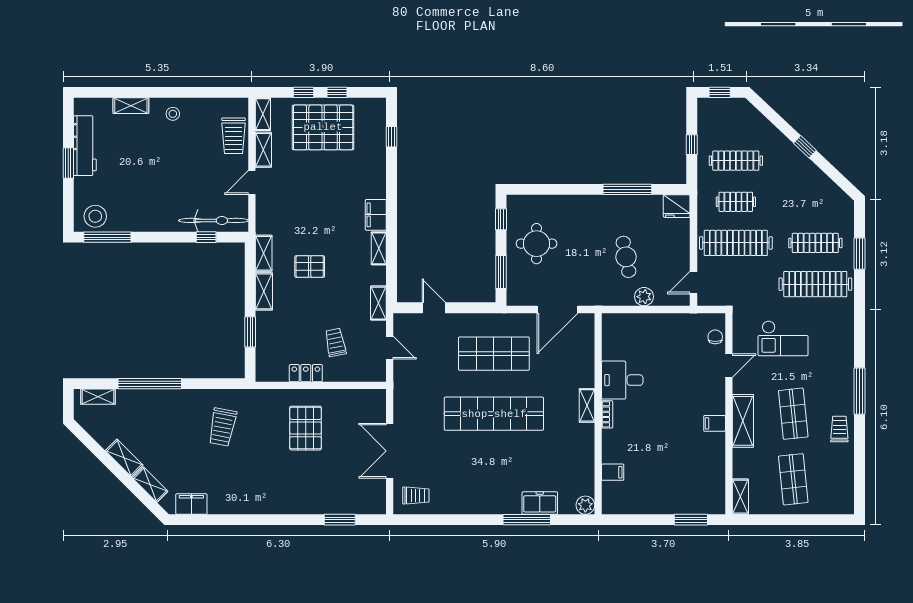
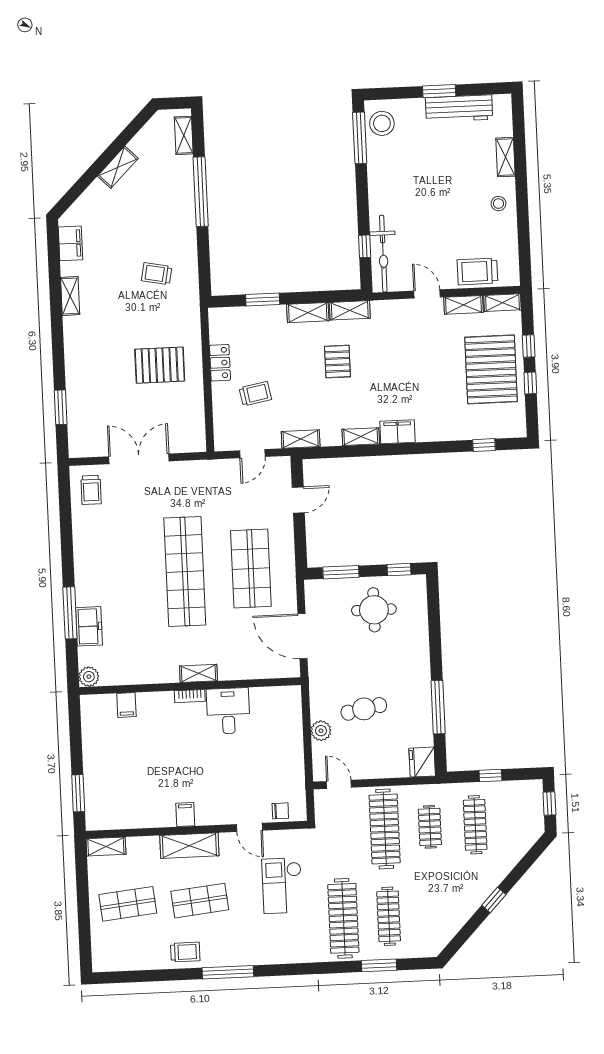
trolley: (222, 427) -> (157, 274), width x0.73, depth x0.72
shelving: (150, 485) -> (70, 296), moved, turned -45

